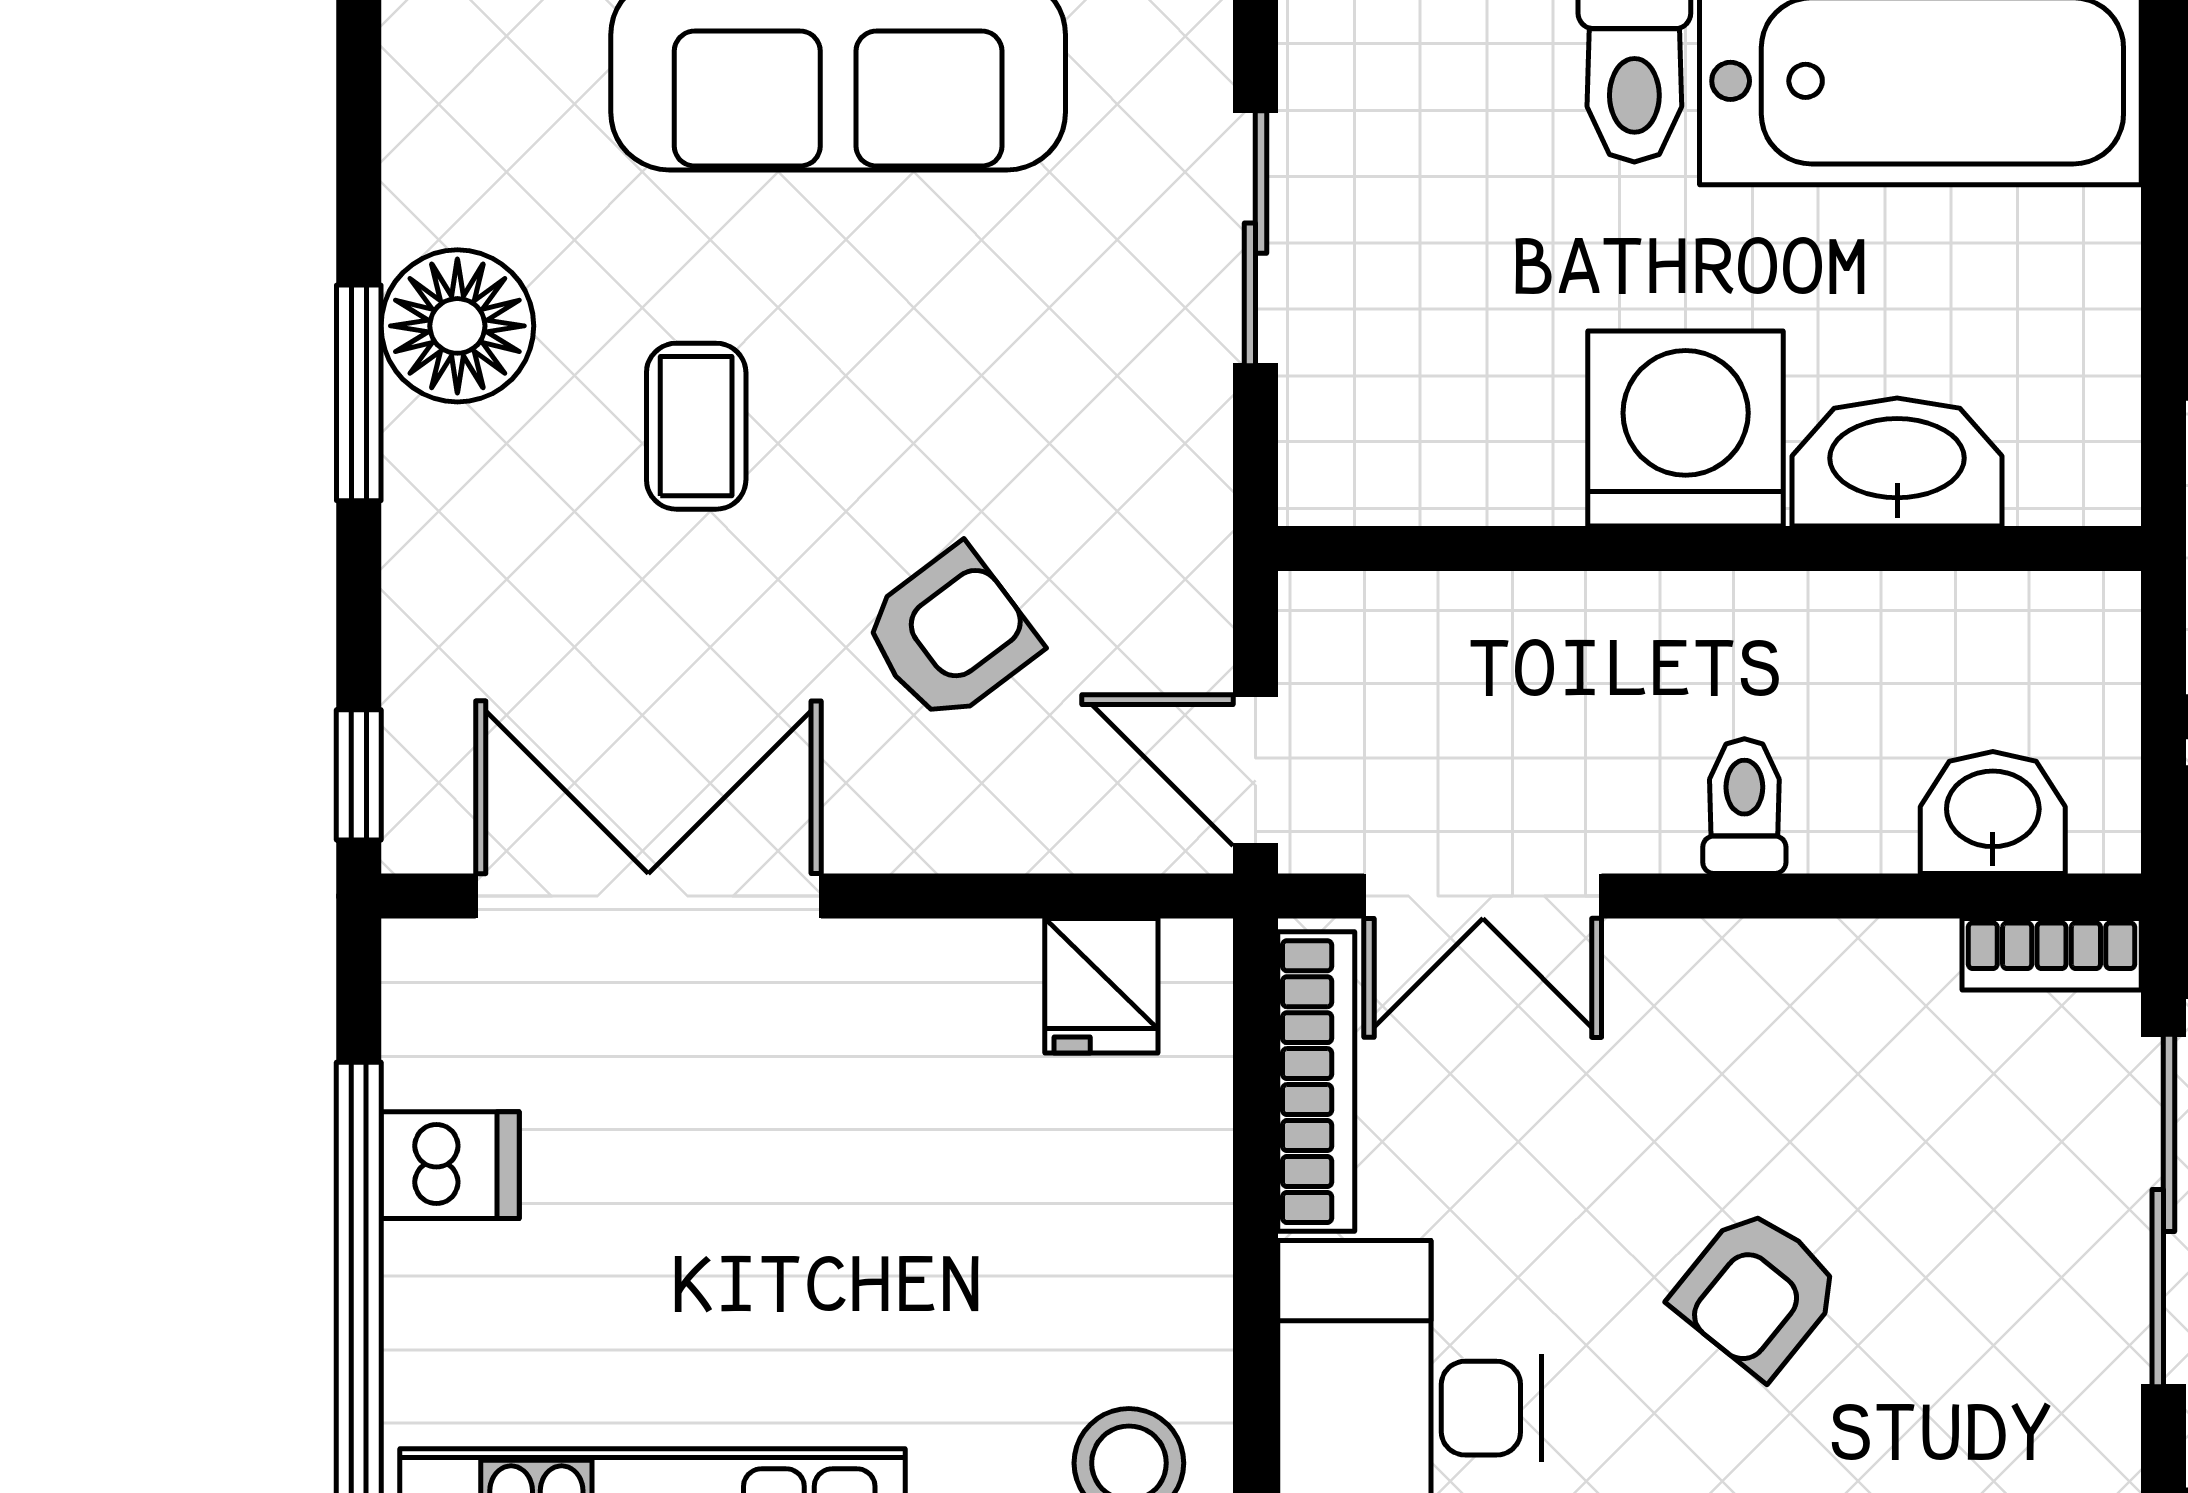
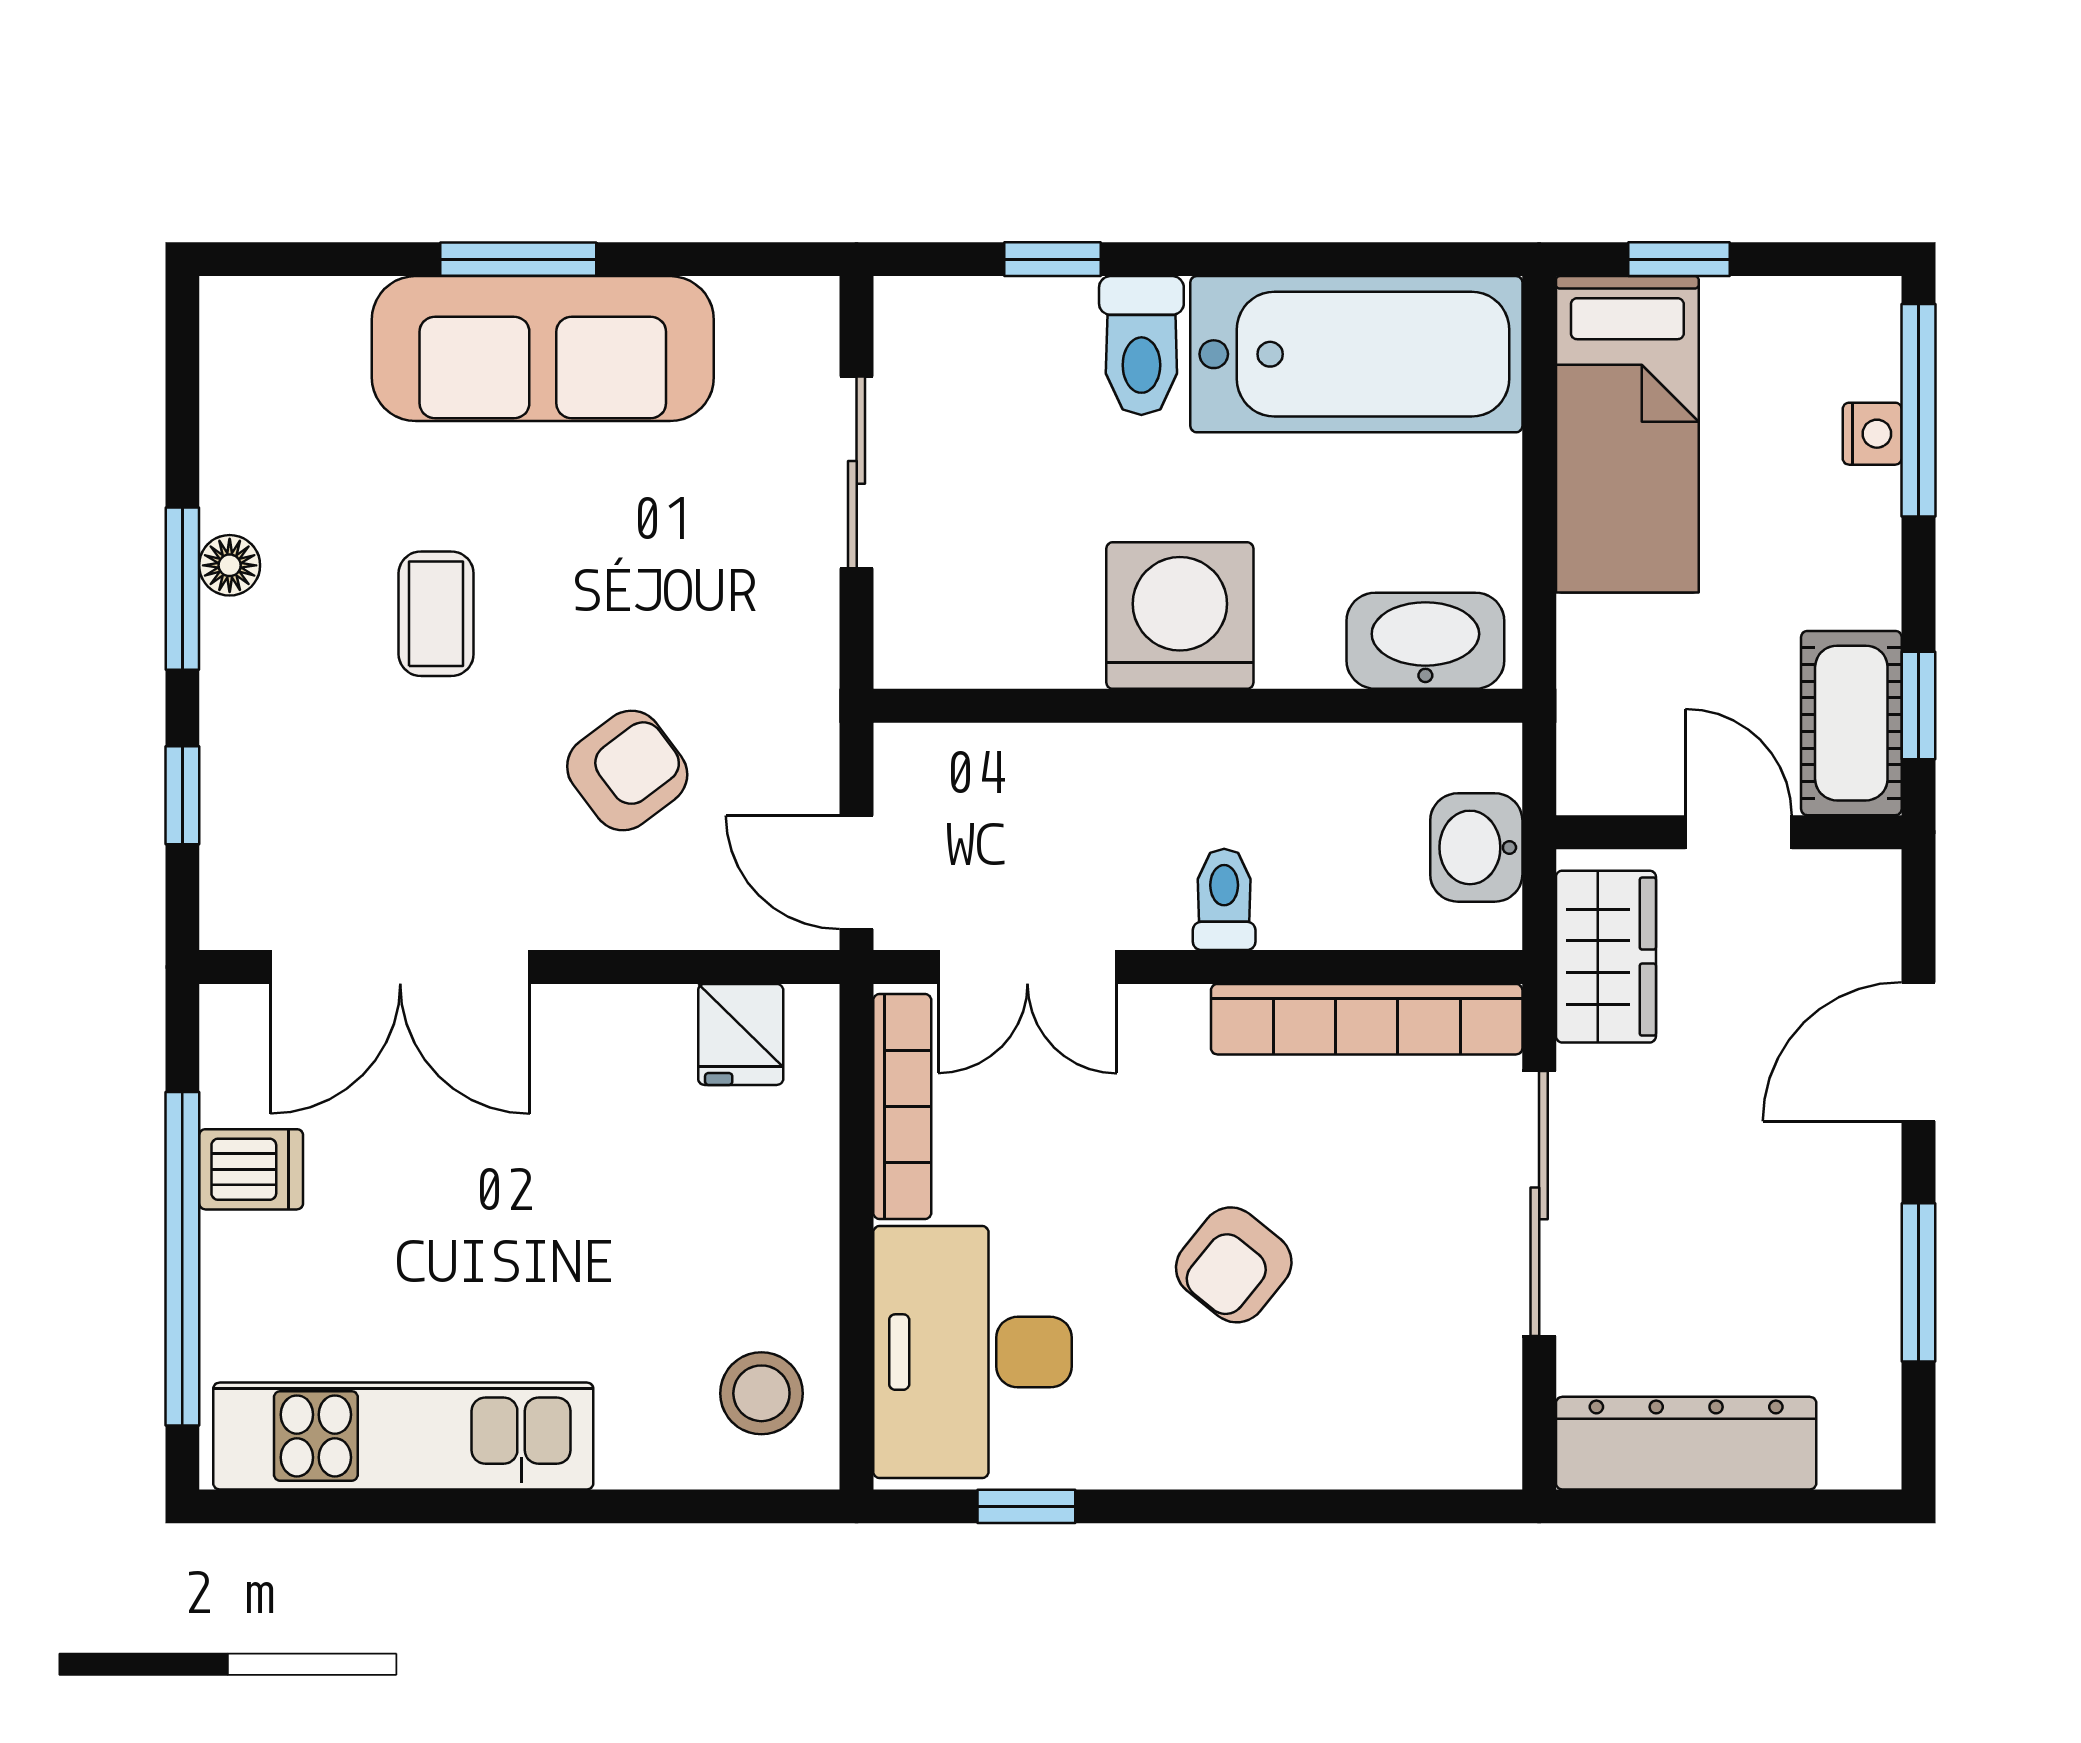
floor lamp: (457, 326) -> (230, 565), width x0.53, depth x0.53
washbasin: (1897, 462) -> (1425, 641), moved
window: (359, 775) -> (182, 795), moved
washbasin: (1993, 812) -> (1476, 847), moved, turned -90
double door: (648, 896) -> (400, 967), swing flipped
bookcase: (2052, 954) -> (1367, 1019), width x2.31, depth x1.31

